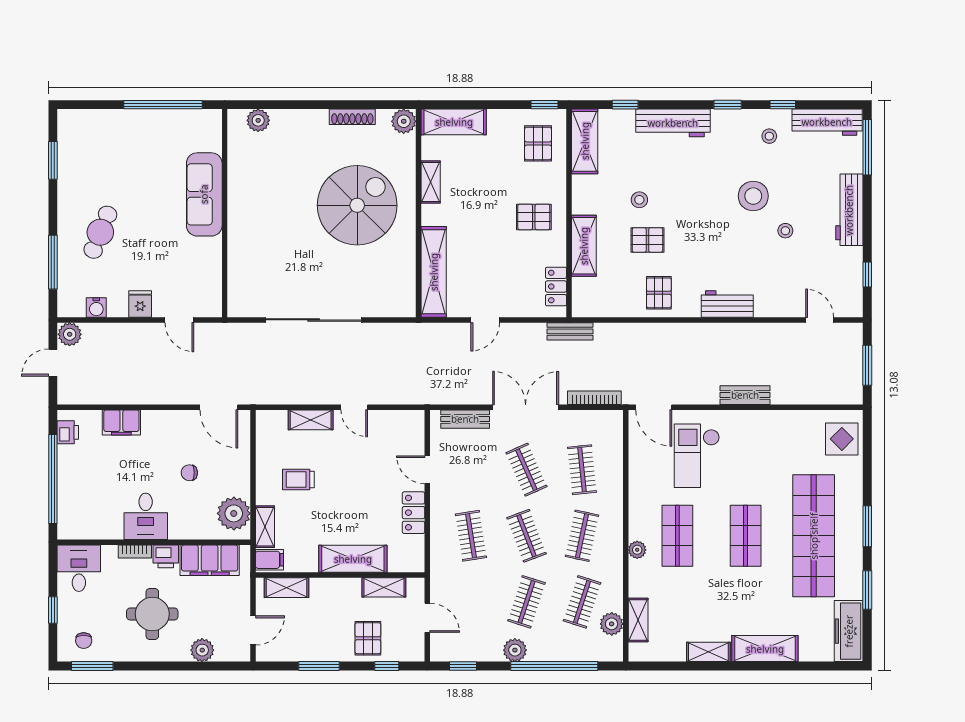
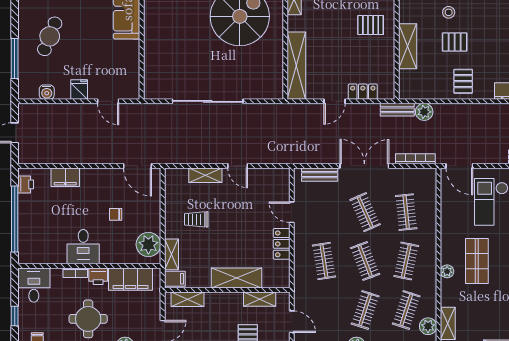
locker: (556, 287) -> (363, 92), moved, turned 90
plant: (70, 334) -> (424, 112), moved

